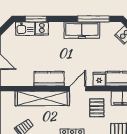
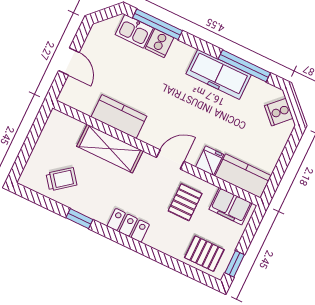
window: (36, 19) -> (157, 24), width x1.44
kitchen counter: (49, 79) -> (119, 117), moved
shelving: (42, 98) -> (110, 149), width x0.68

